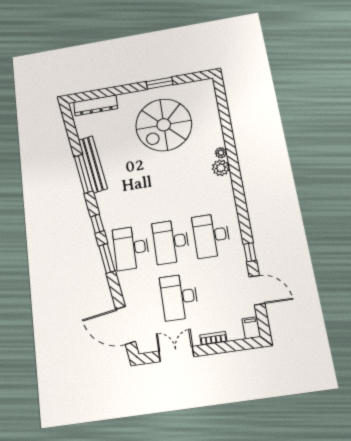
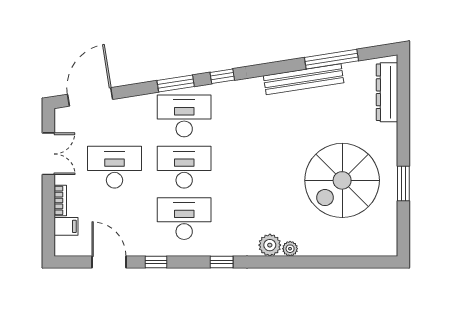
spiral stairs: (164, 125) -> (342, 180), turned -90
window: (83, 174) -> (332, 59), moved
window: (240, 201) -> (222, 262), added
door: (257, 290) -> (109, 262), swing flipped
filing cabinet: (251, 328) -> (66, 226), moved

